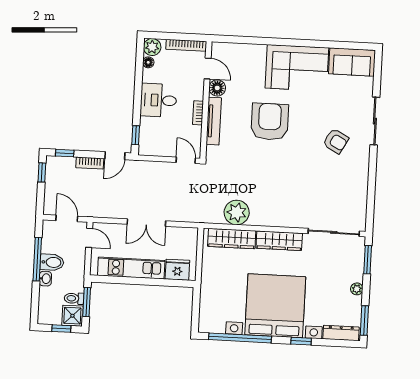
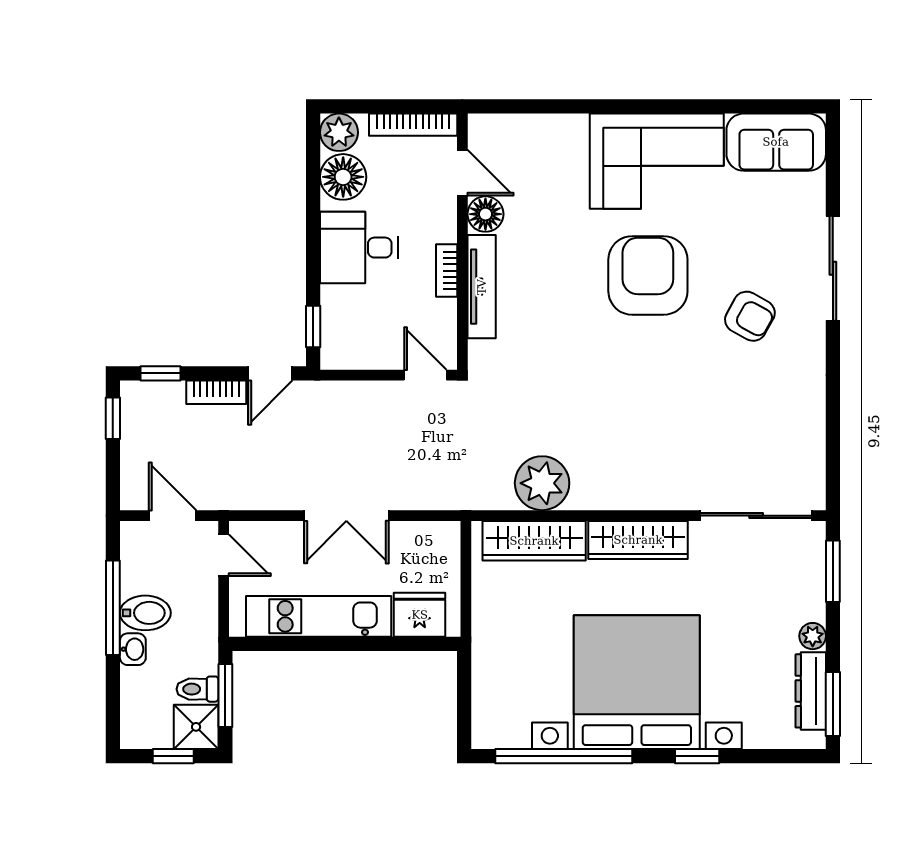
floor lamp: (148, 62) -> (343, 177), width x1.89, depth x1.89
armchair: (270, 122) -> (648, 275), moved
dresser: (341, 333) -> (811, 691), moved, turned -90

